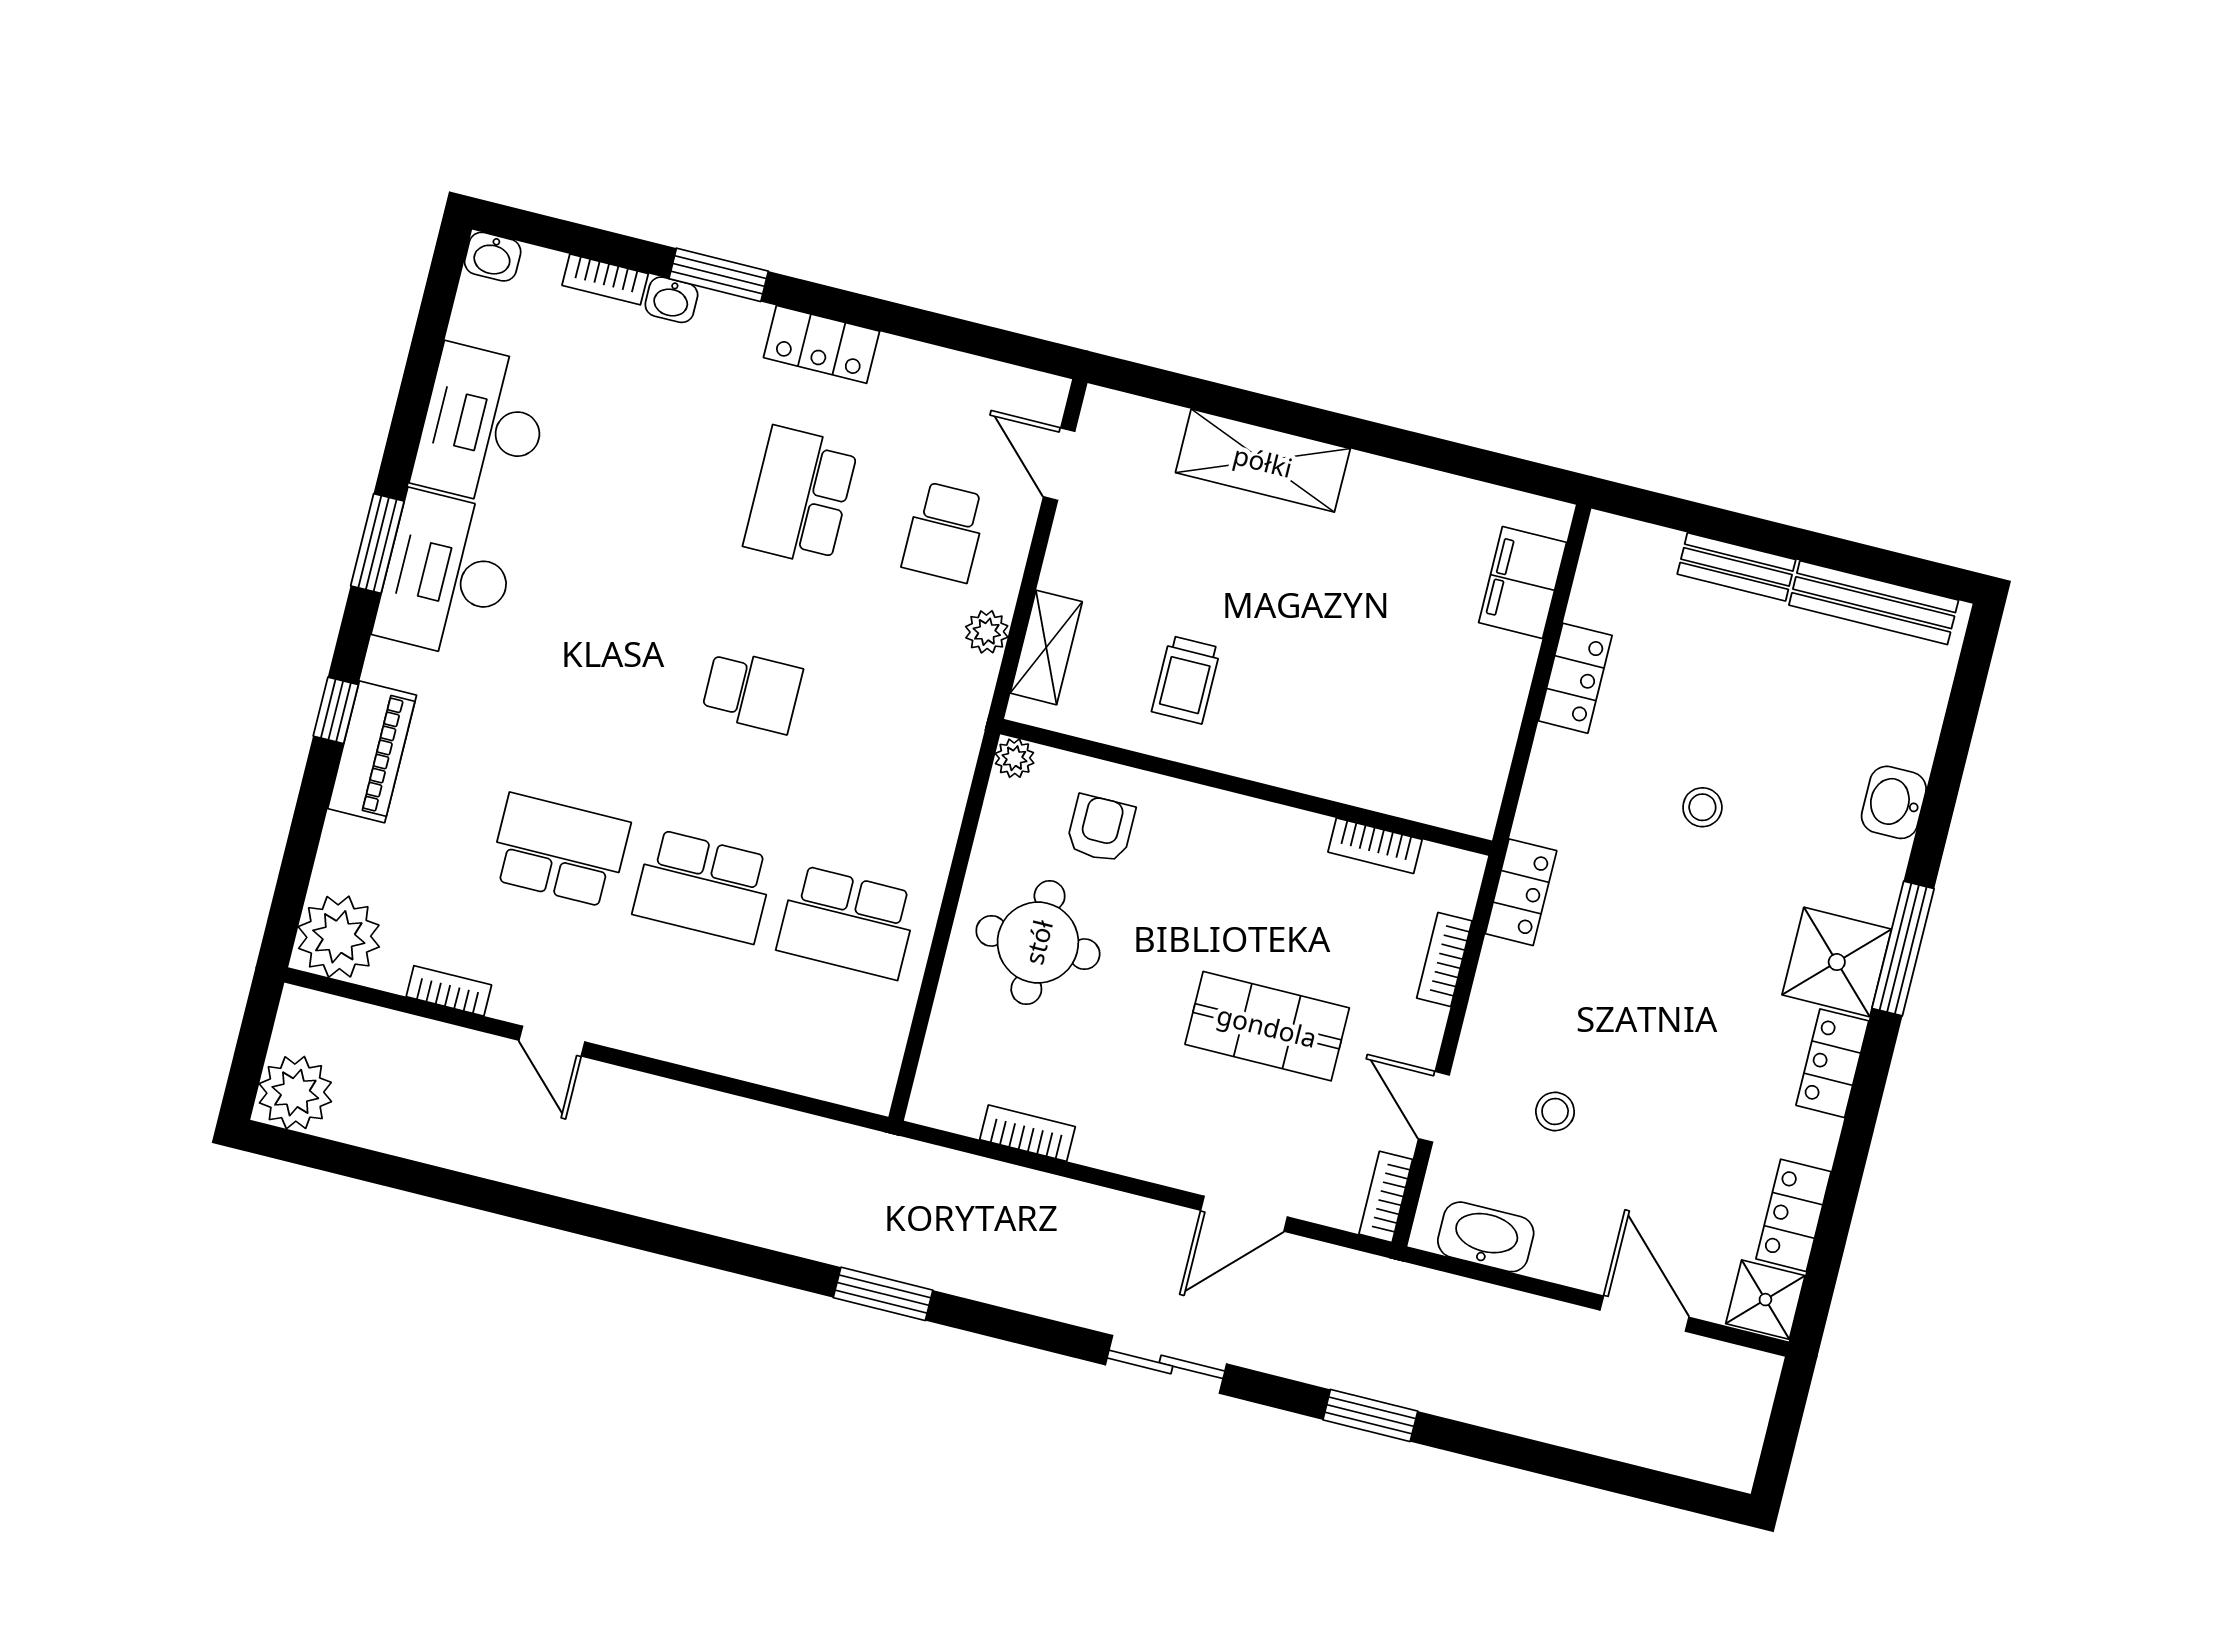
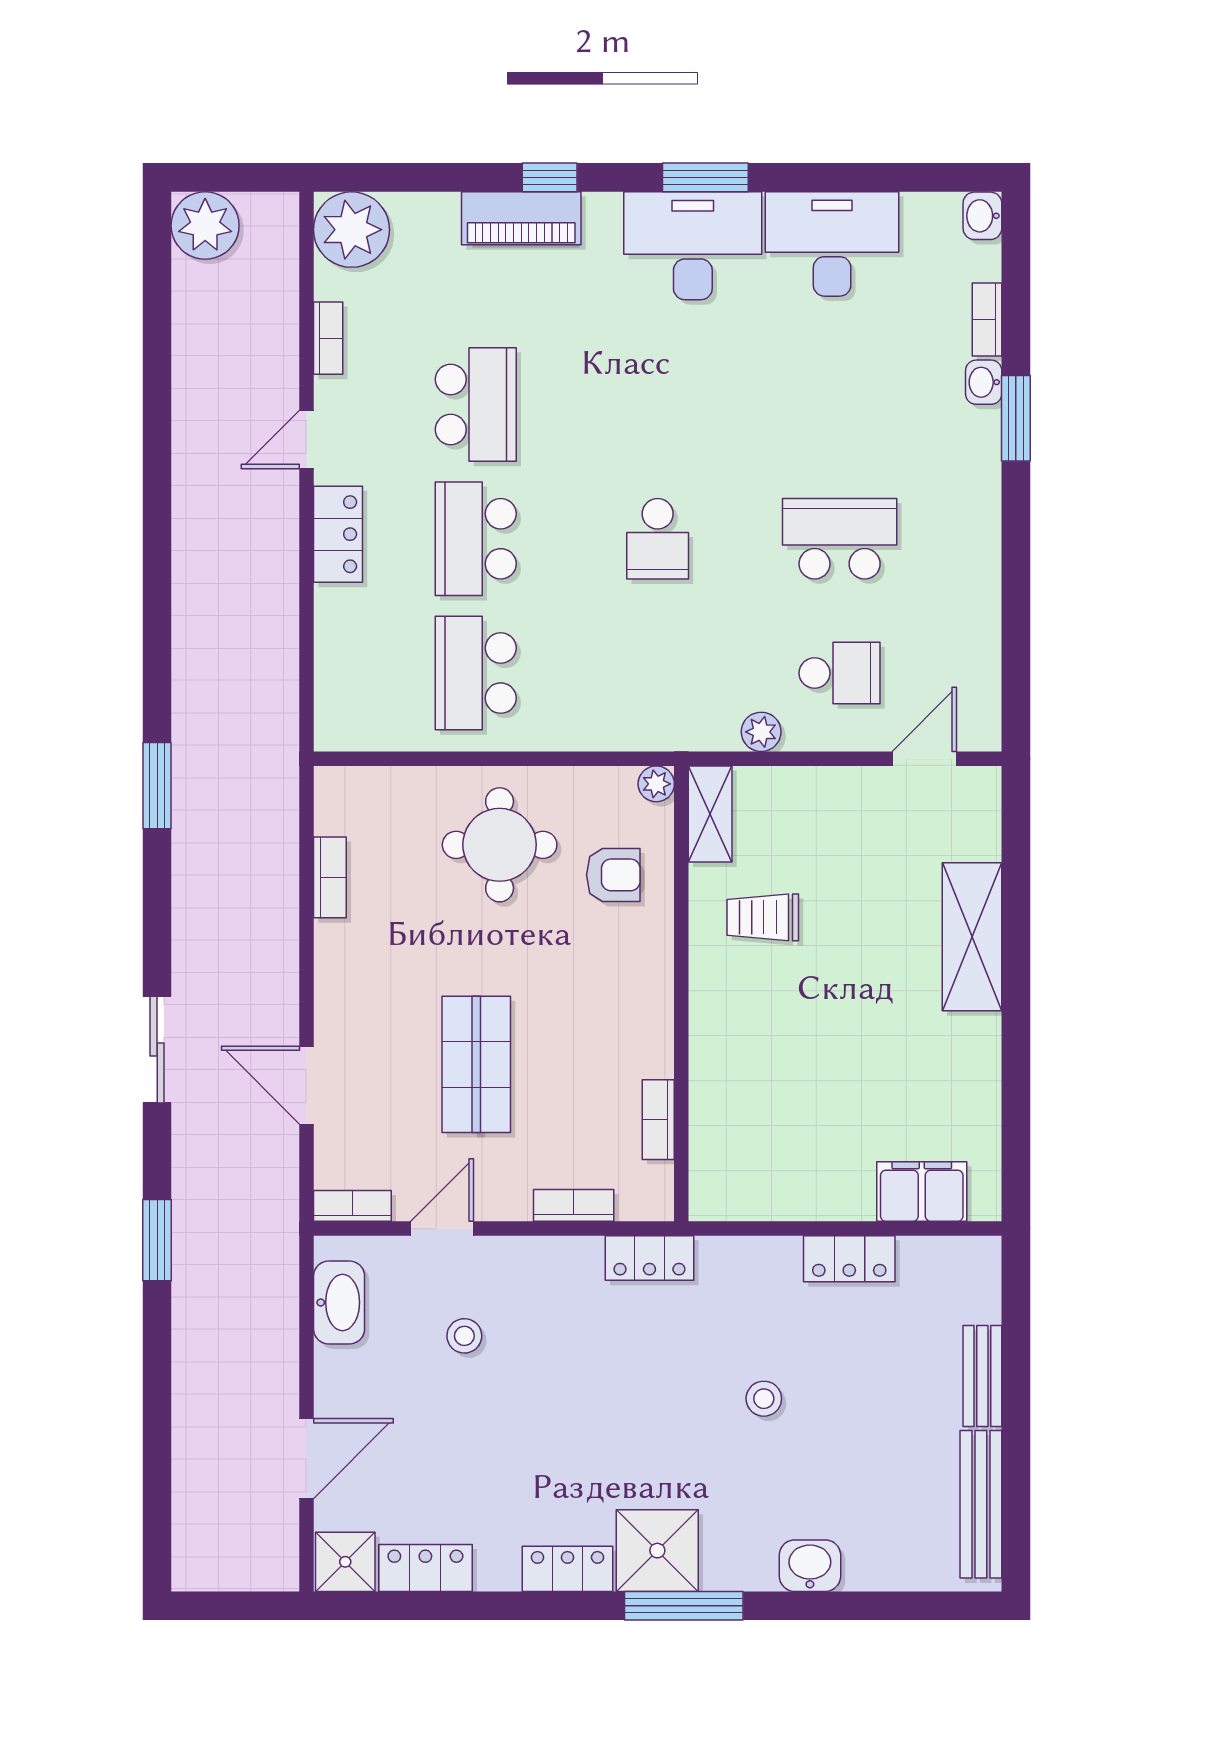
locker: (822, 344) -> (338, 534), moved, turned 180
school desk: (945, 532) -> (840, 673), turned 180
shelving: (1046, 647) -> (710, 814), moved, turned 90

